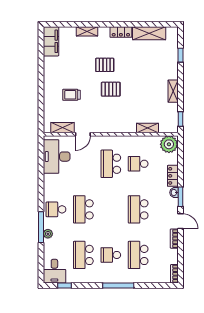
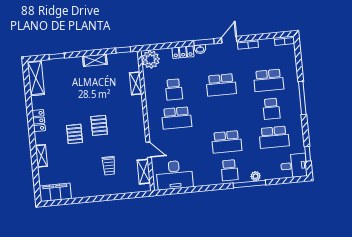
shelving: (149, 33) -> (36, 78), moved

